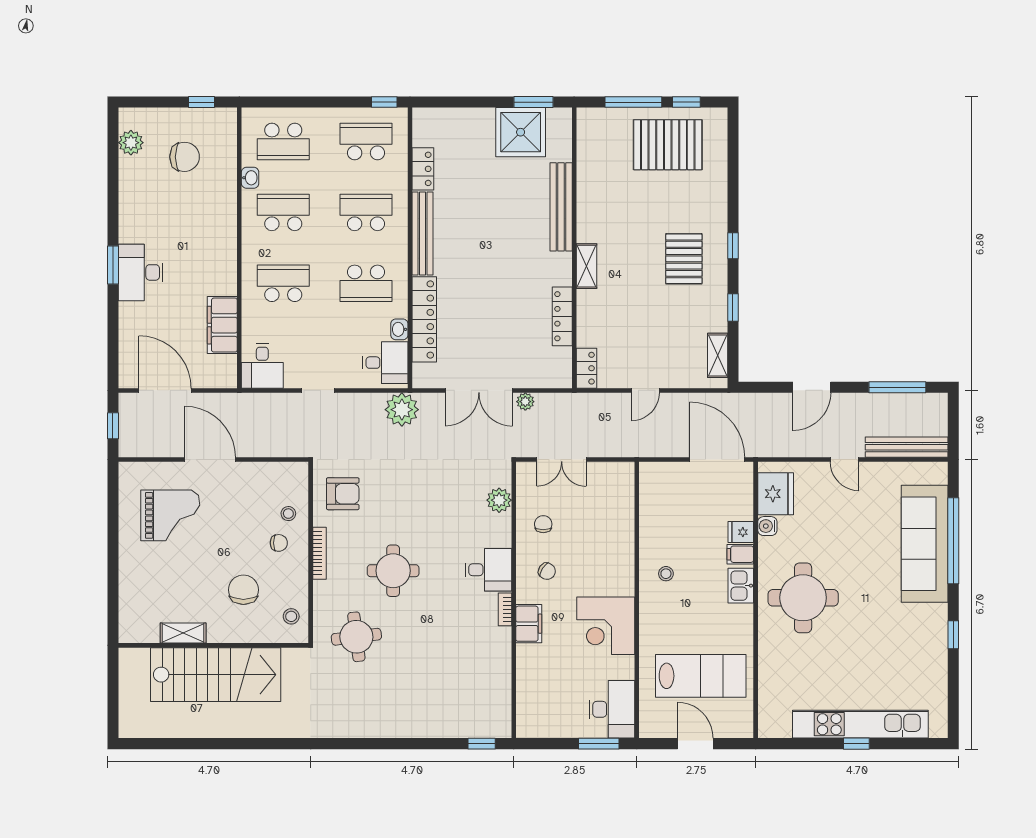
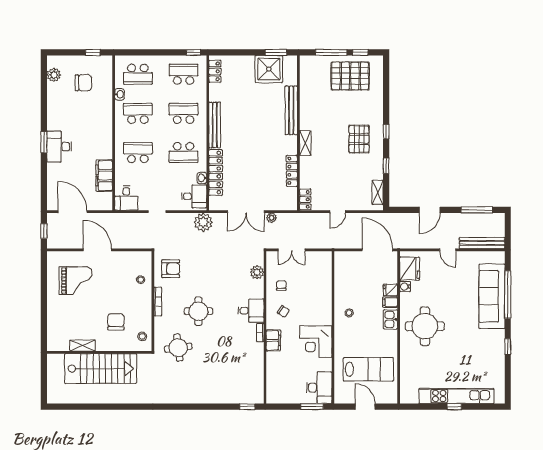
locker: (423, 169) -> (215, 71), moved
chair: (279, 543) -> (135, 296), removed

